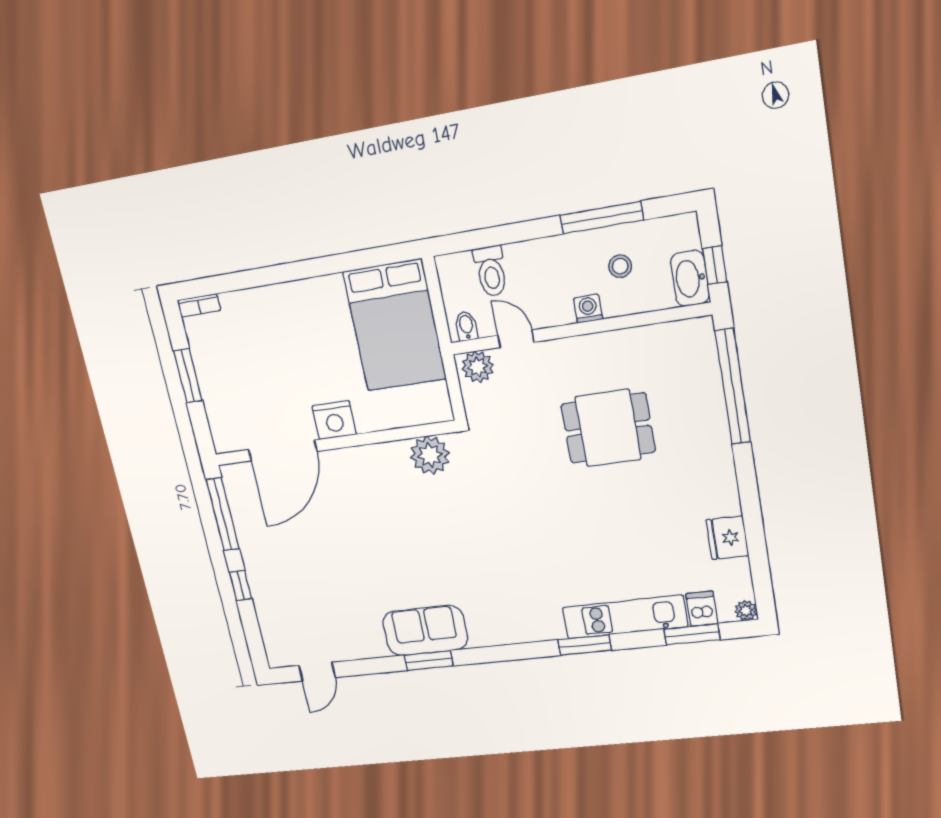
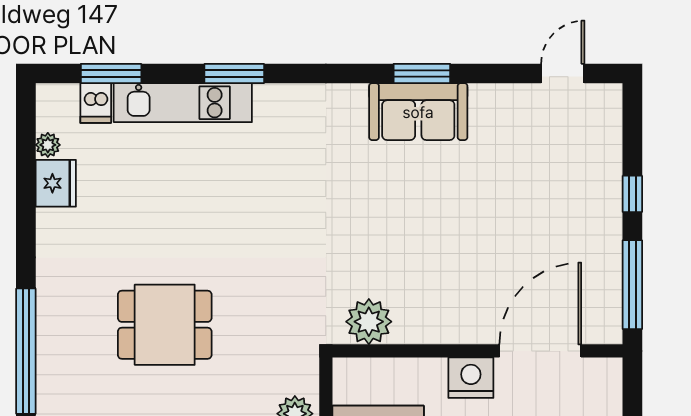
plant: (746, 611) -> (48, 145), moved

